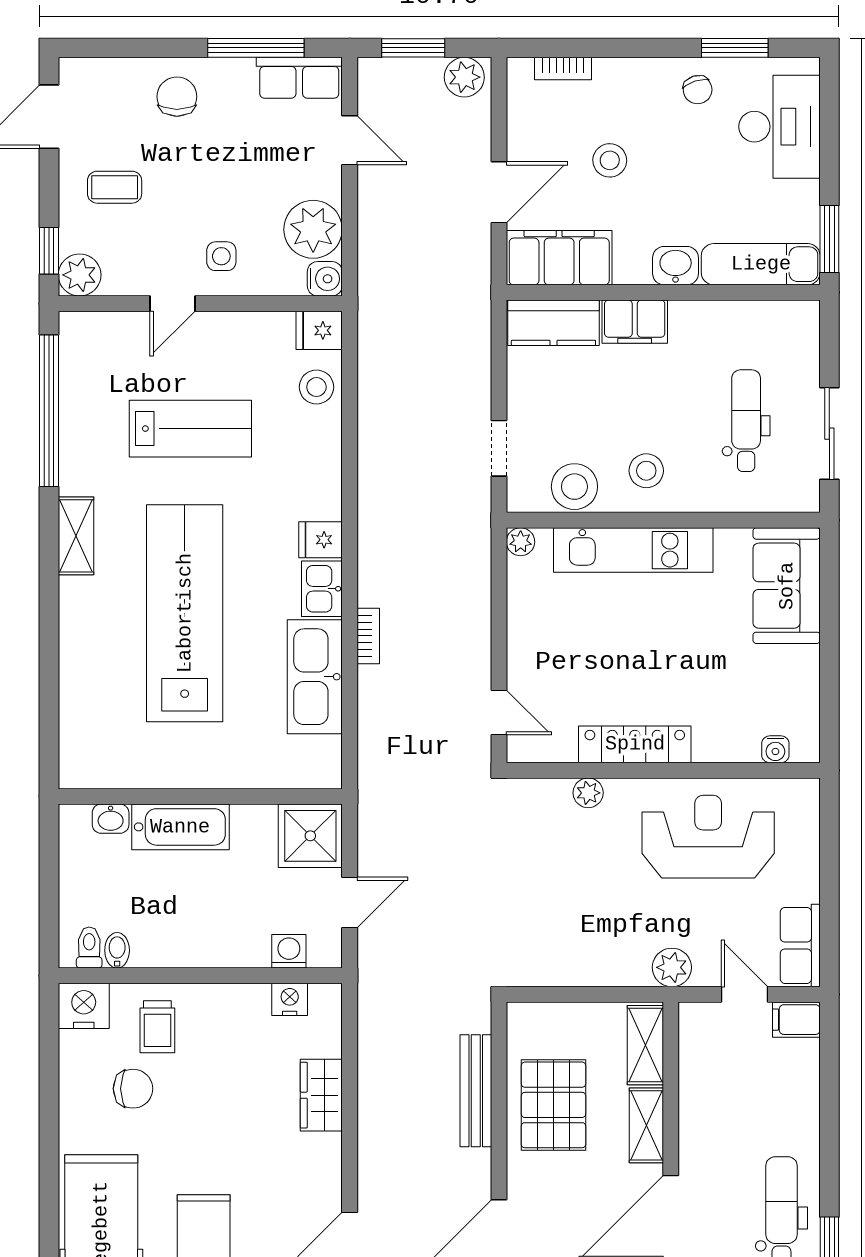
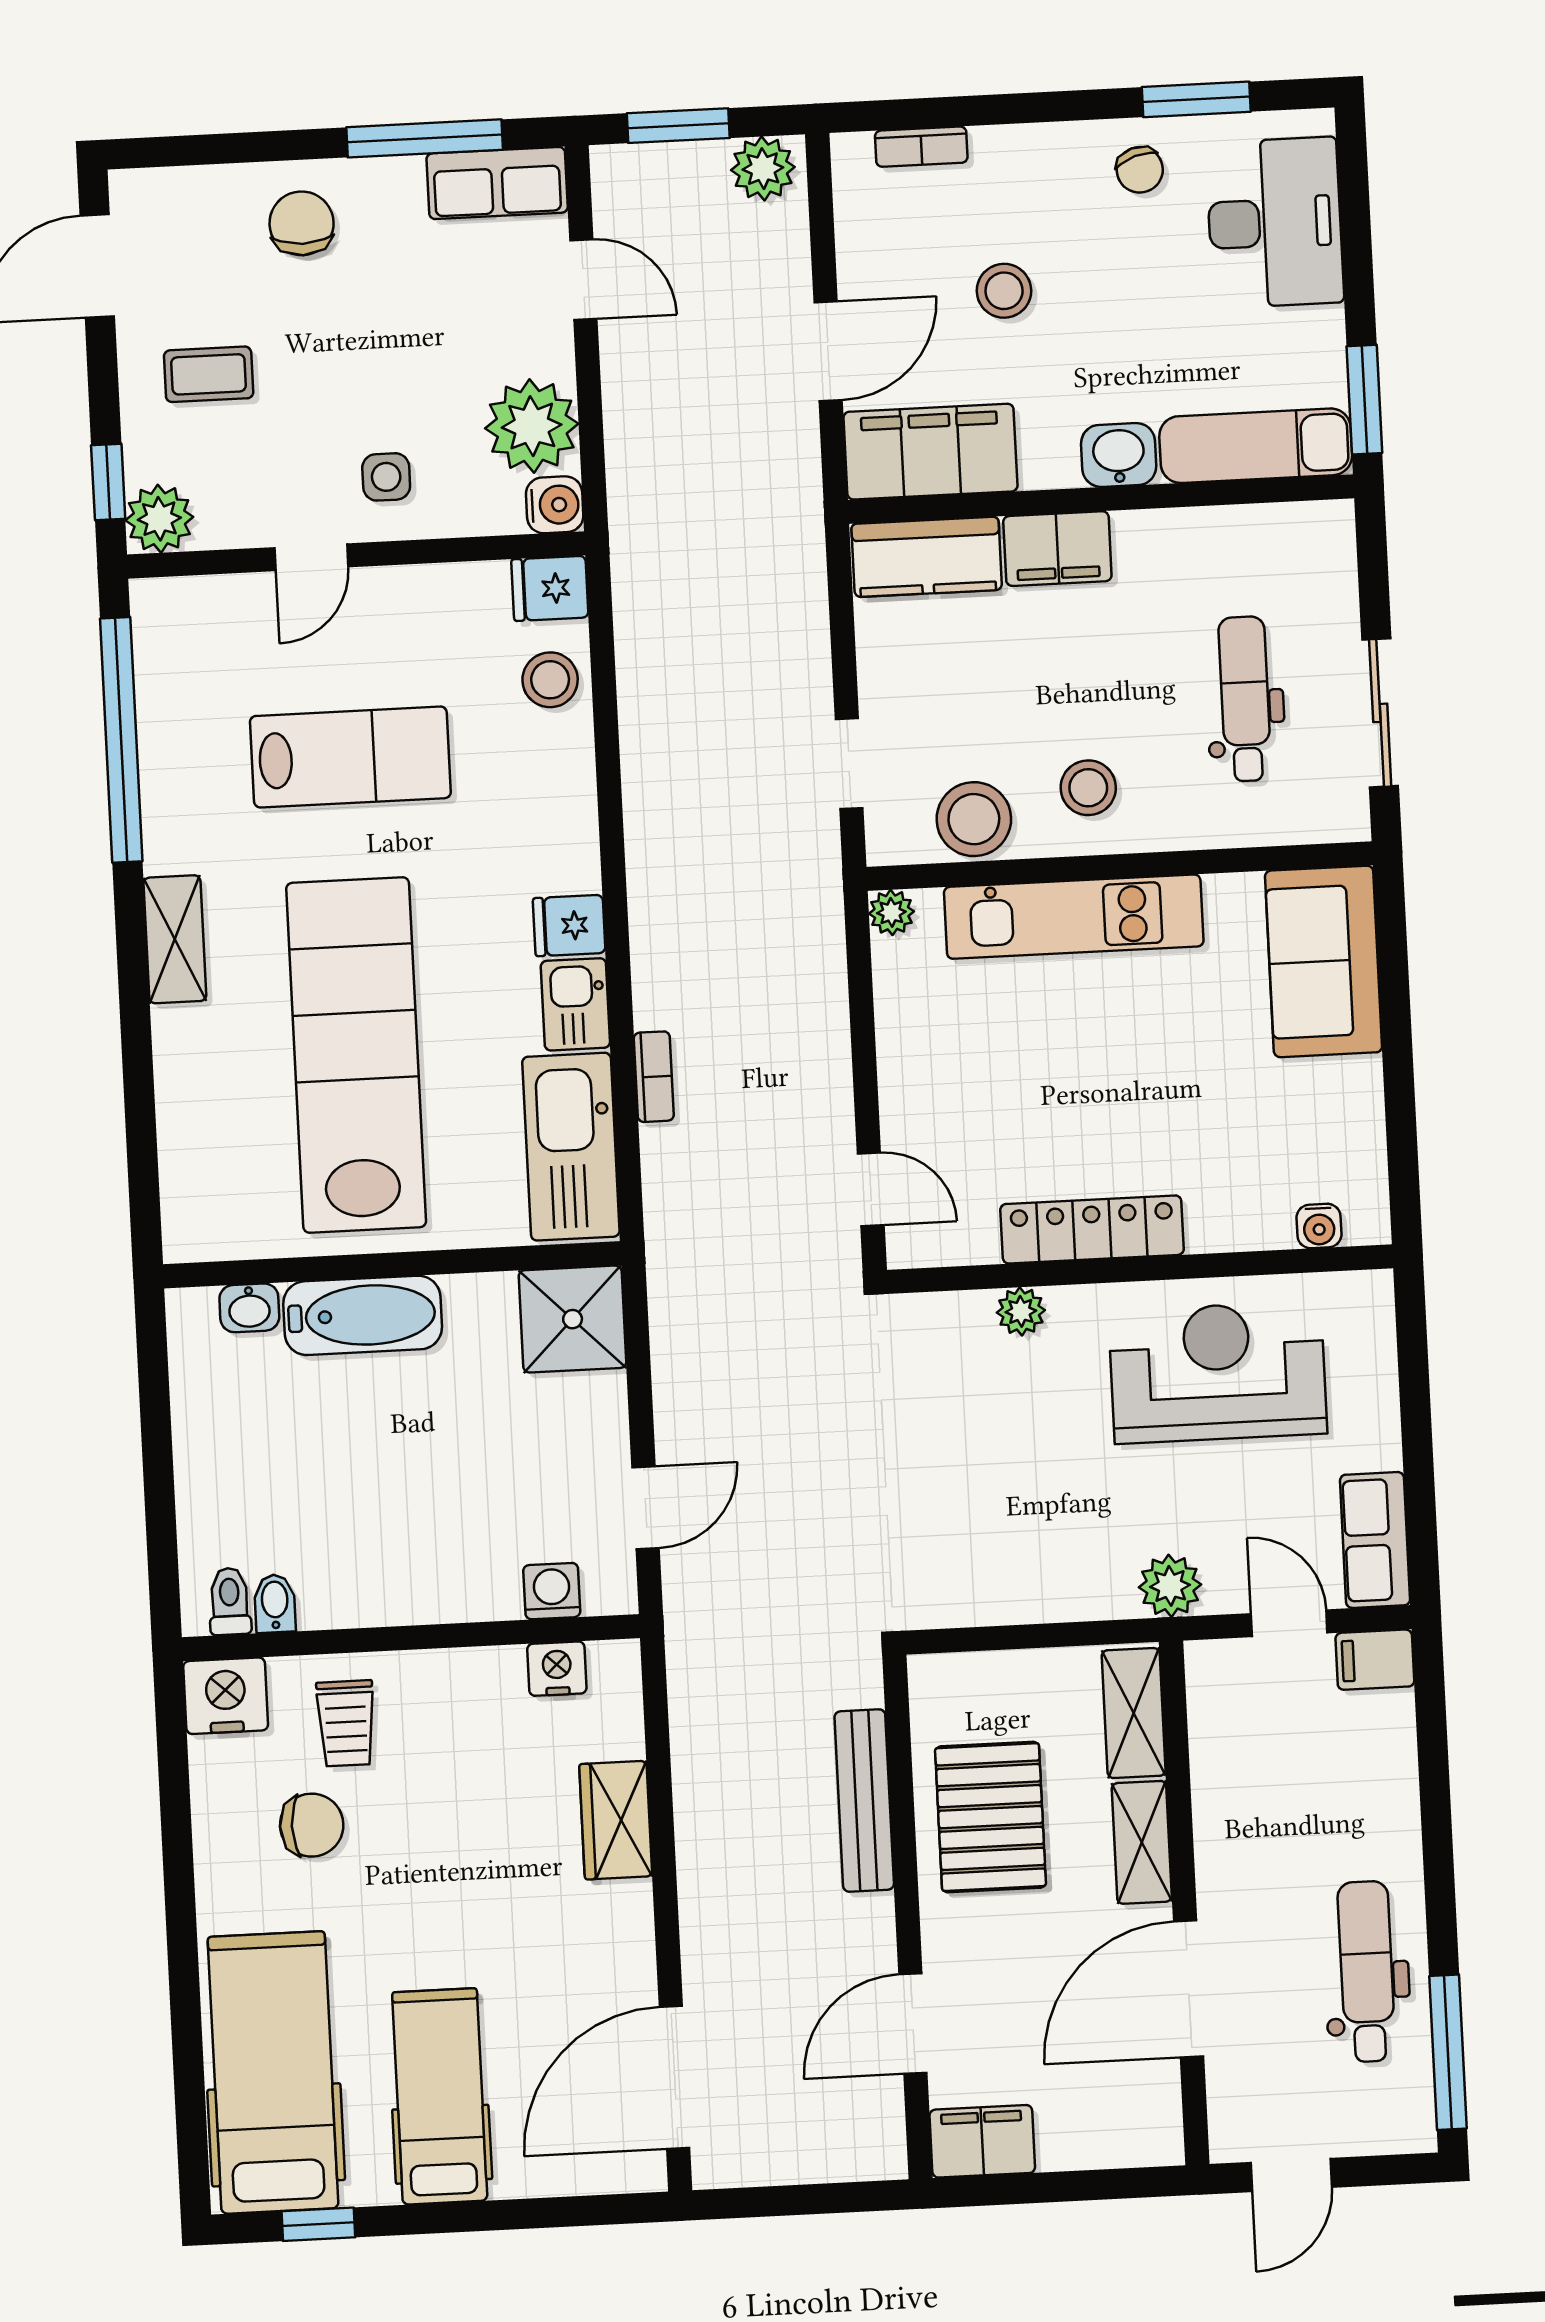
wall: (200, 796) -> (392, 1265), moved
washbasin: (111, 819) -> (249, 1308), moved
bathtub: (180, 827) -> (363, 1315), moved
shower: (310, 836) -> (573, 1319), moved

